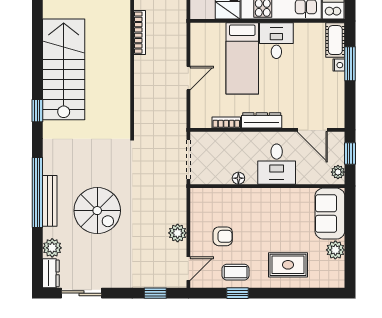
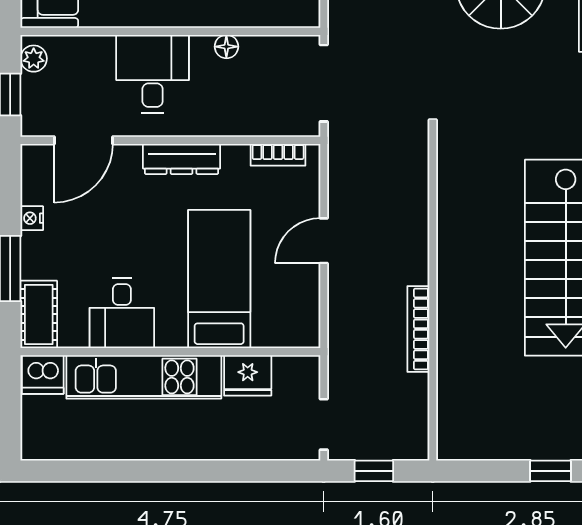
desk: (276, 41) -> (122, 313), moved
nightstand: (339, 65) -> (32, 218), moved
bookcase: (226, 122) -> (278, 155), moved
door: (312, 130) -> (83, 140), swing flipped

